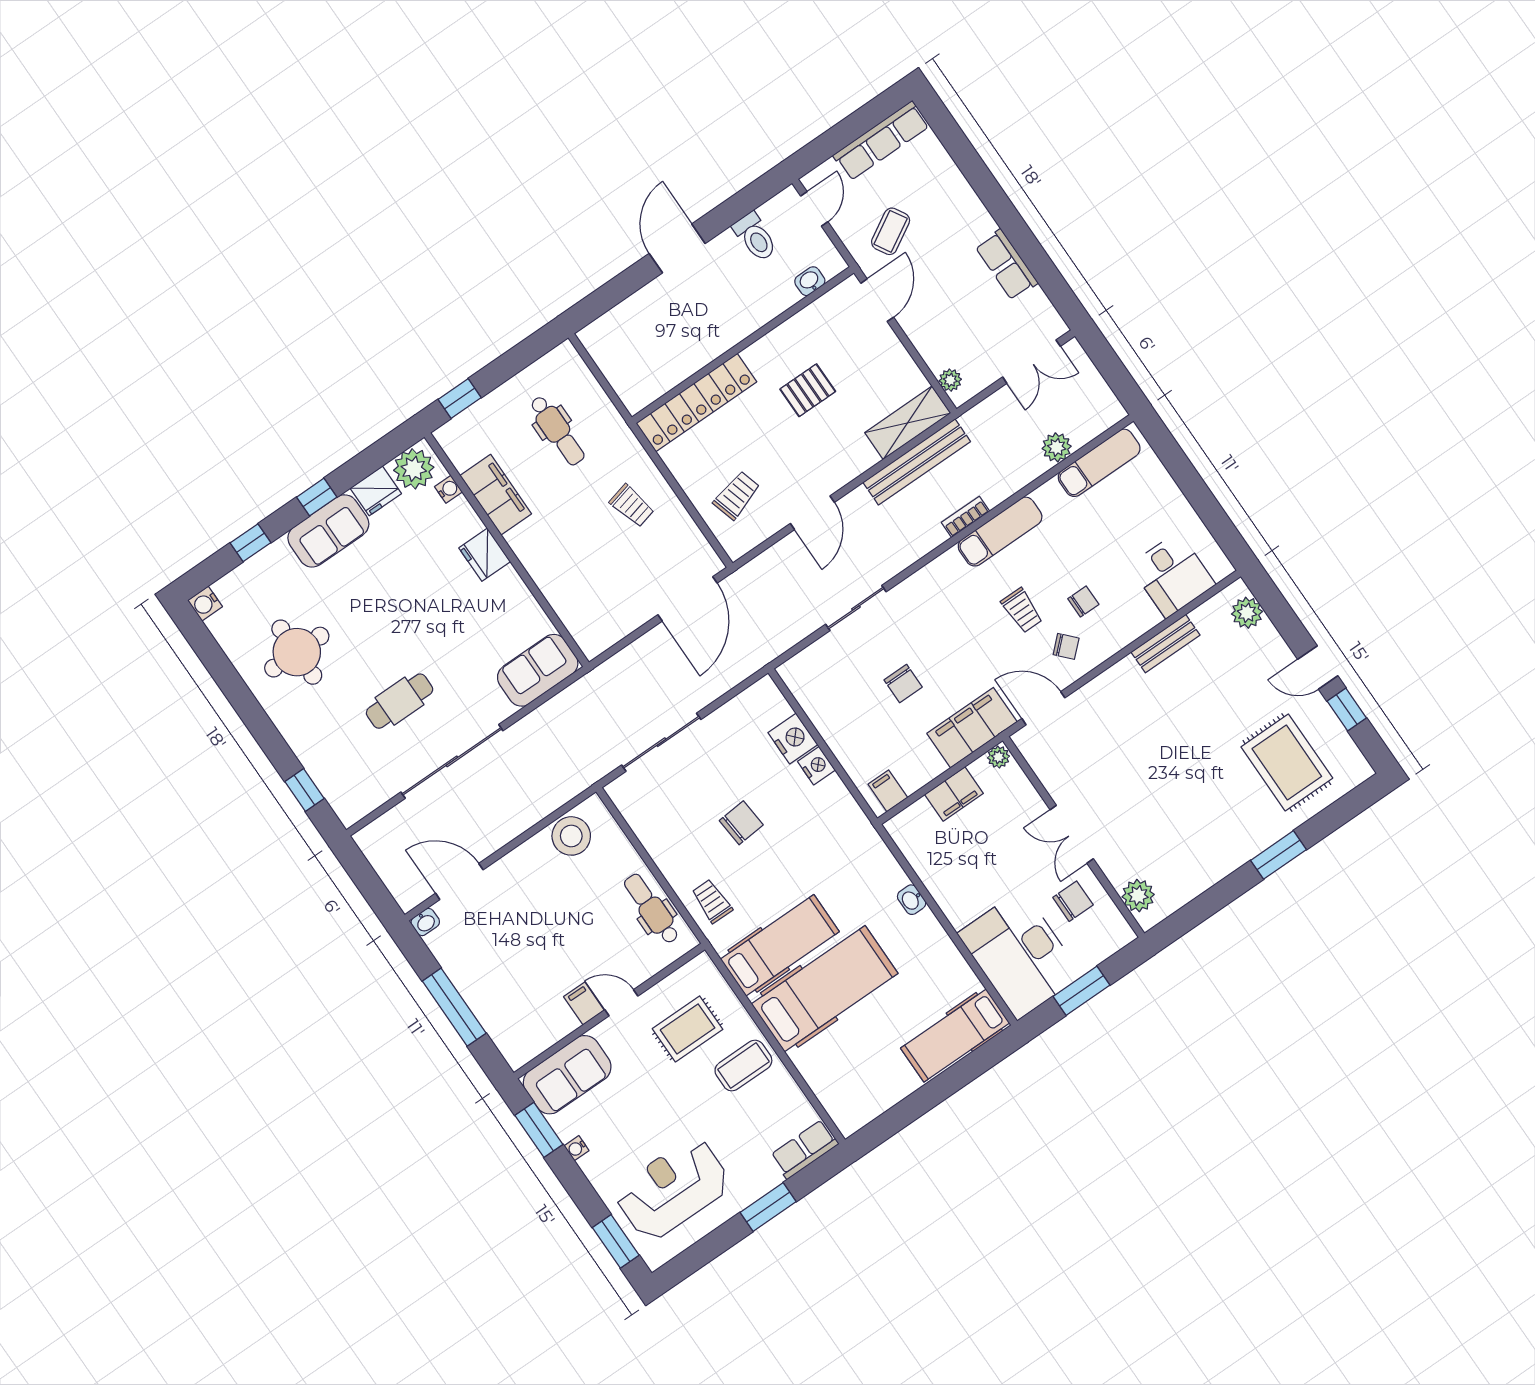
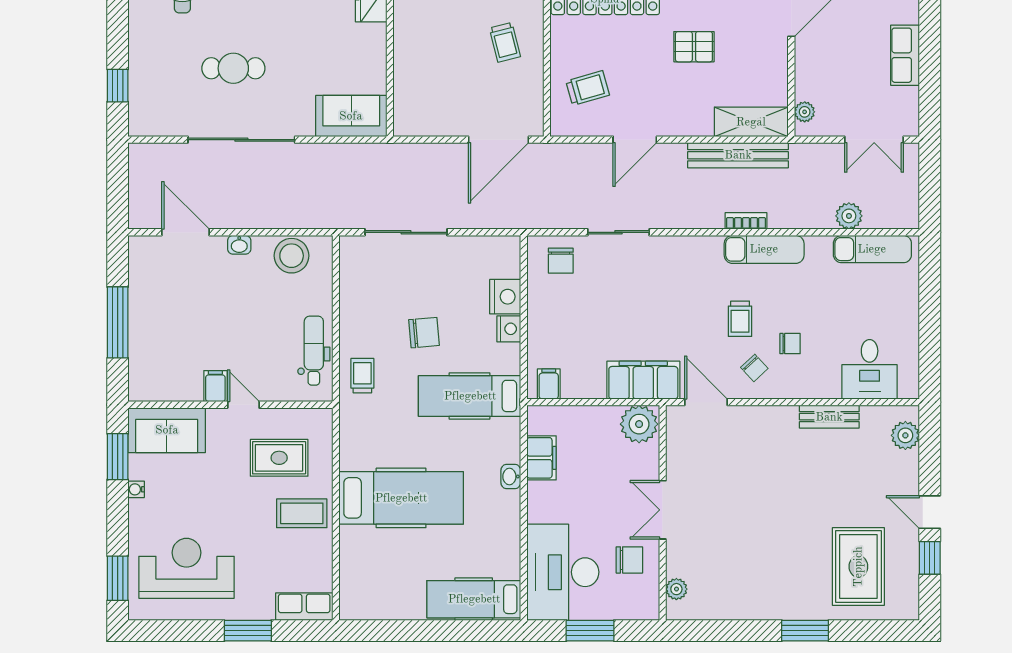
chair: (903, 683) -> (561, 261), moved
plant: (998, 757) -> (639, 424), width x1.88, depth x1.88
filing cabinet: (954, 794) -> (541, 458), moved, turned -90
plant: (1138, 896) -> (676, 589), width x0.73, depth x0.73
washbasin: (425, 922) -> (239, 245), moved
hospital bed: (780, 945) -> (470, 396), moved, turned 180

